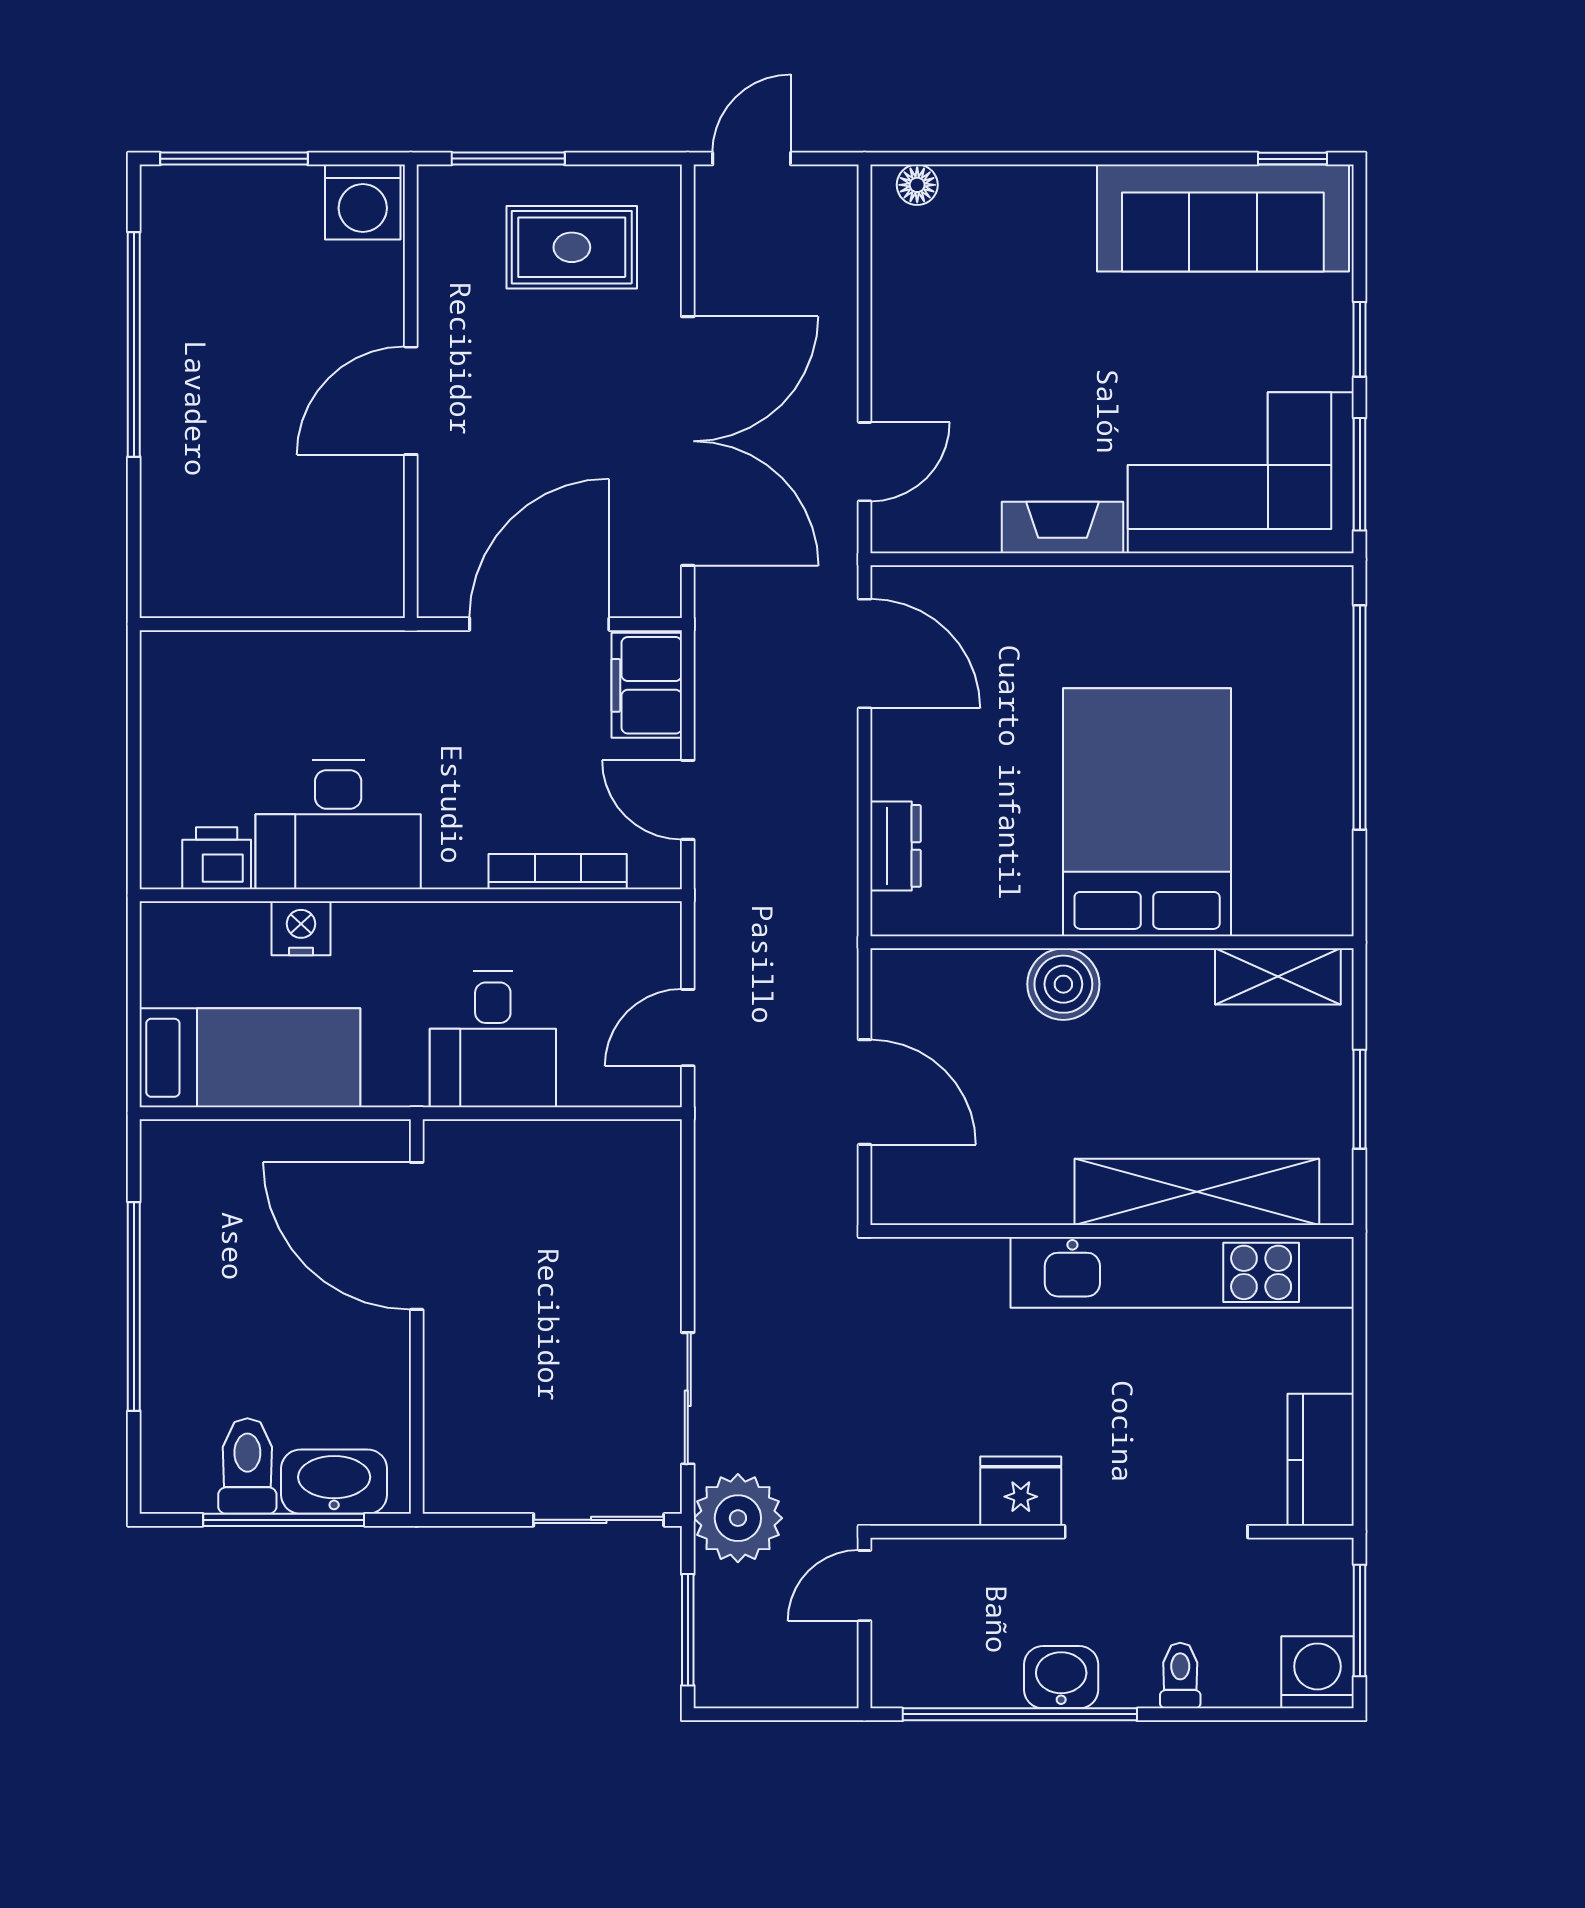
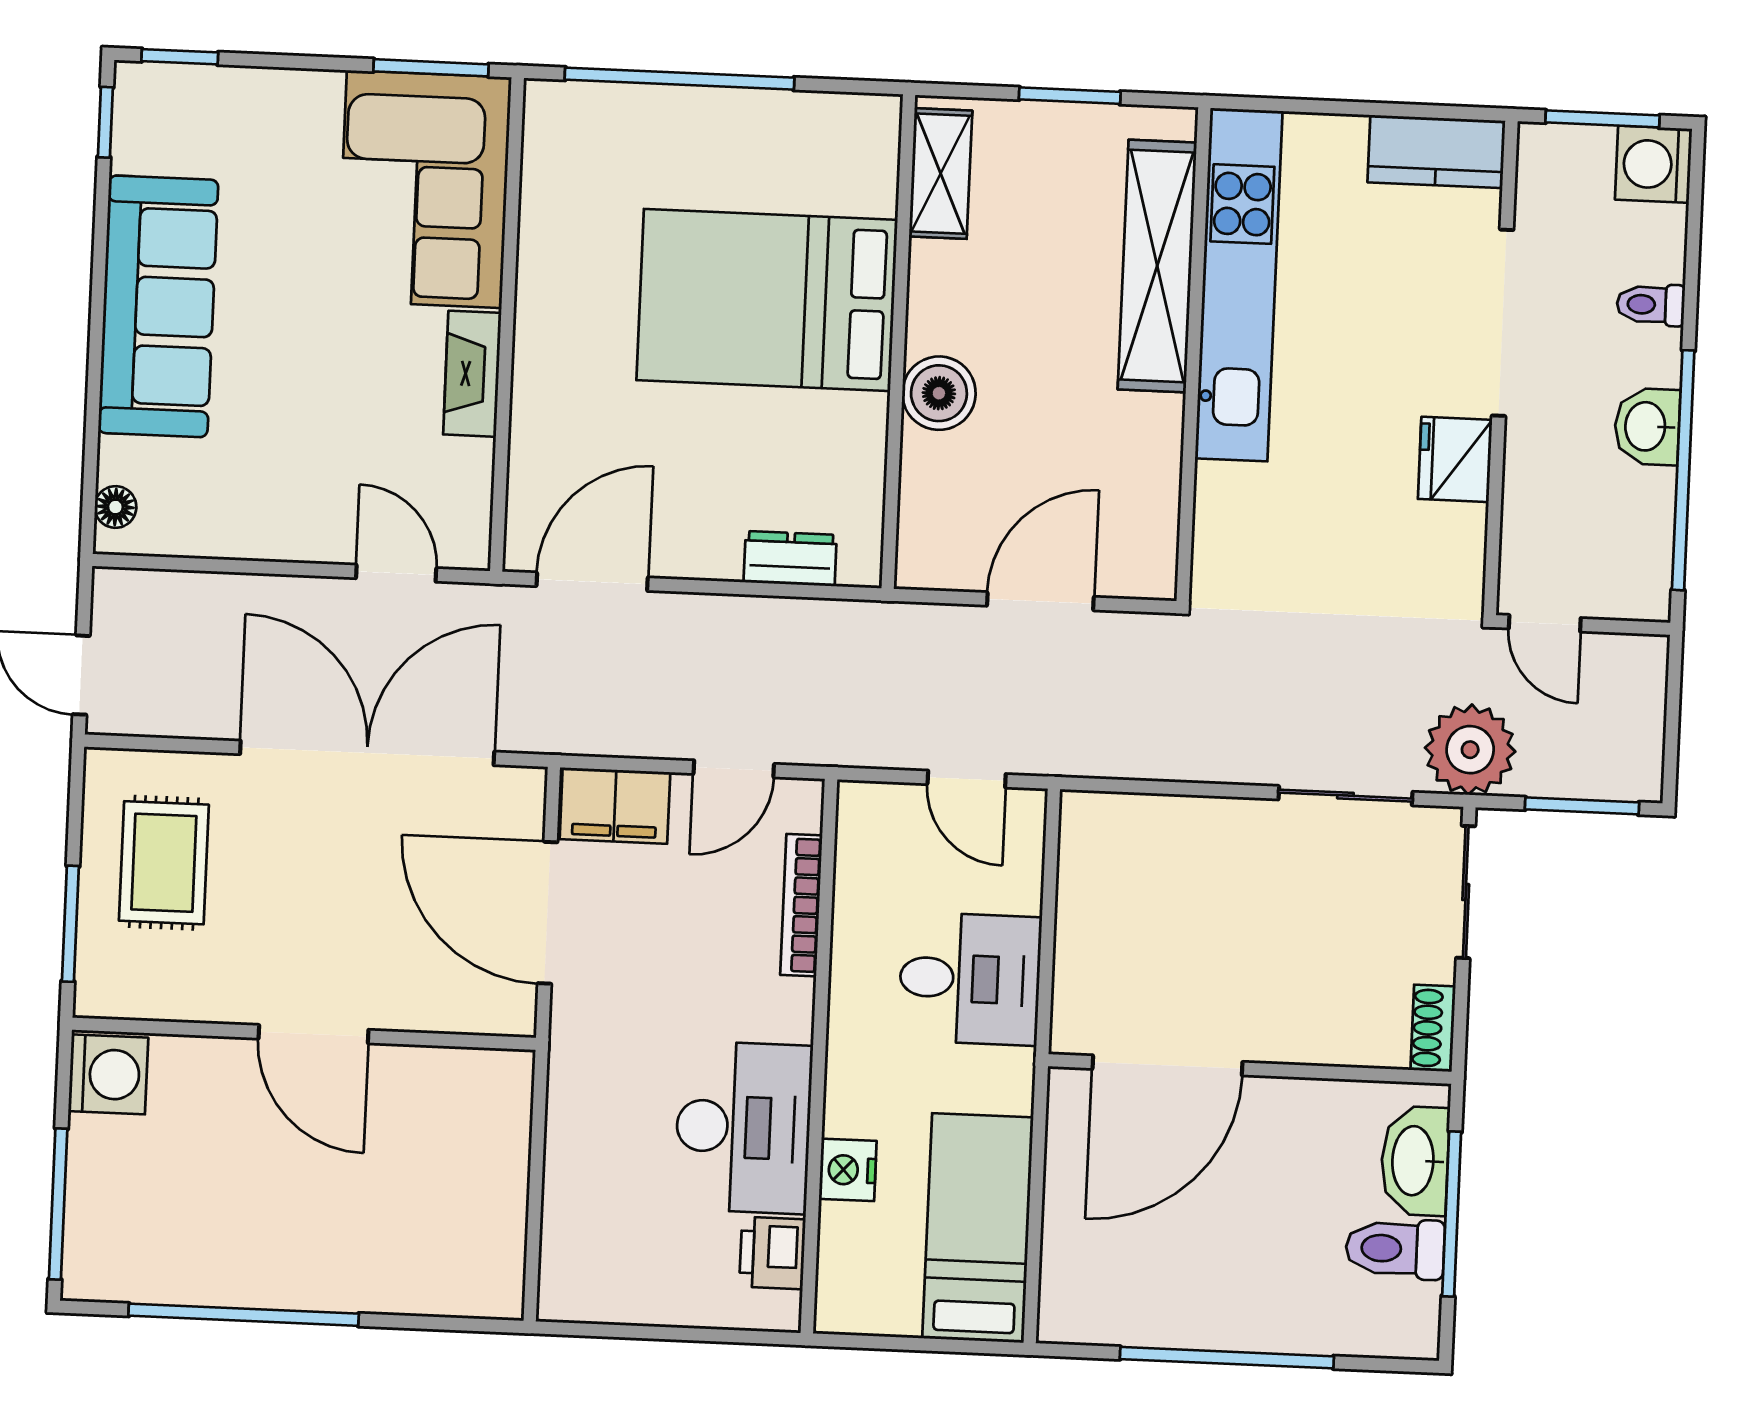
sofa: (1223, 218) -> (158, 306), moved
window: (1360, 339) -> (180, 57), moved
shoe rack: (464, 1494) -> (1433, 1028), added

